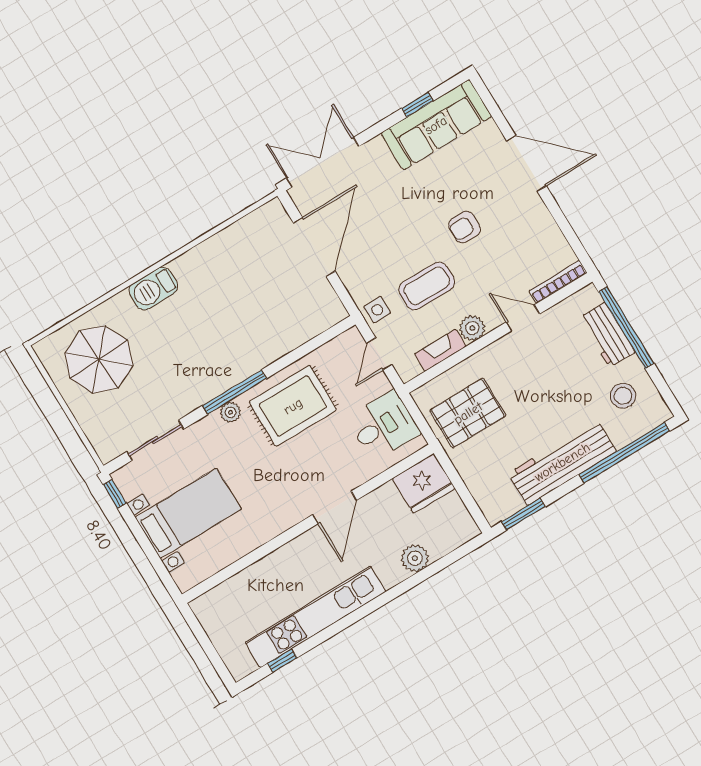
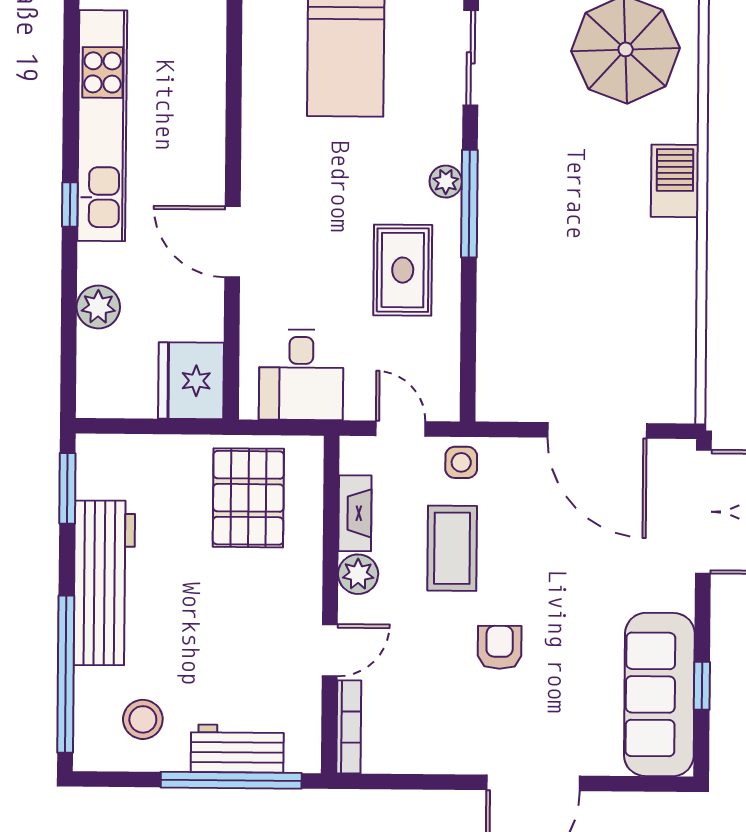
rug: (293, 406) -> (403, 270), width x0.73, depth x0.70
window: (282, 661) -> (70, 205), moved

